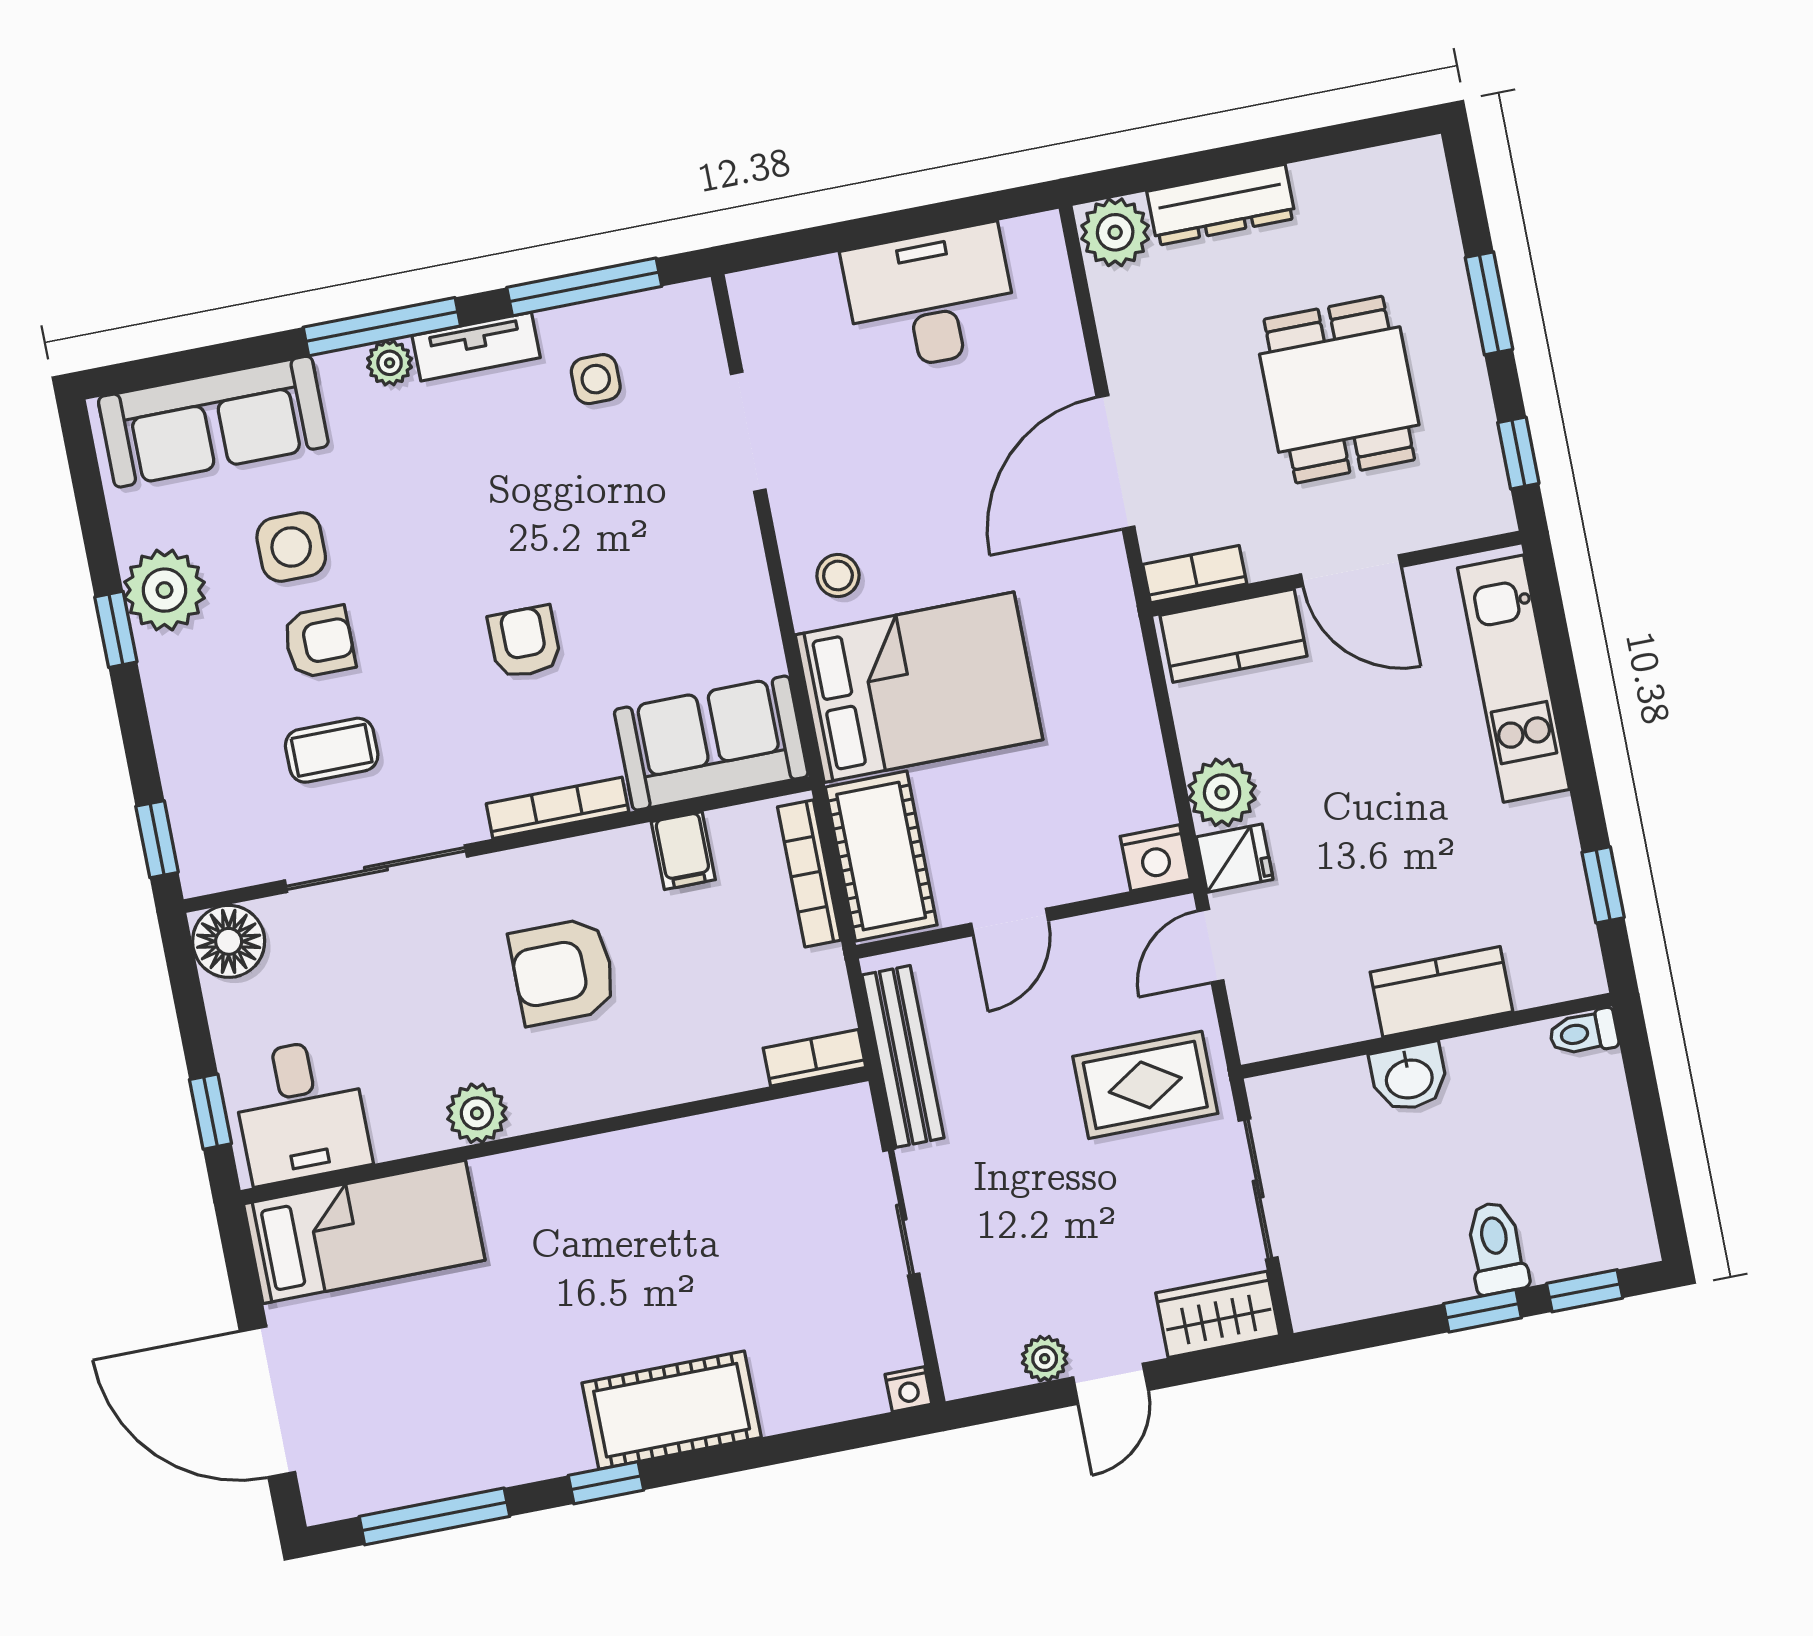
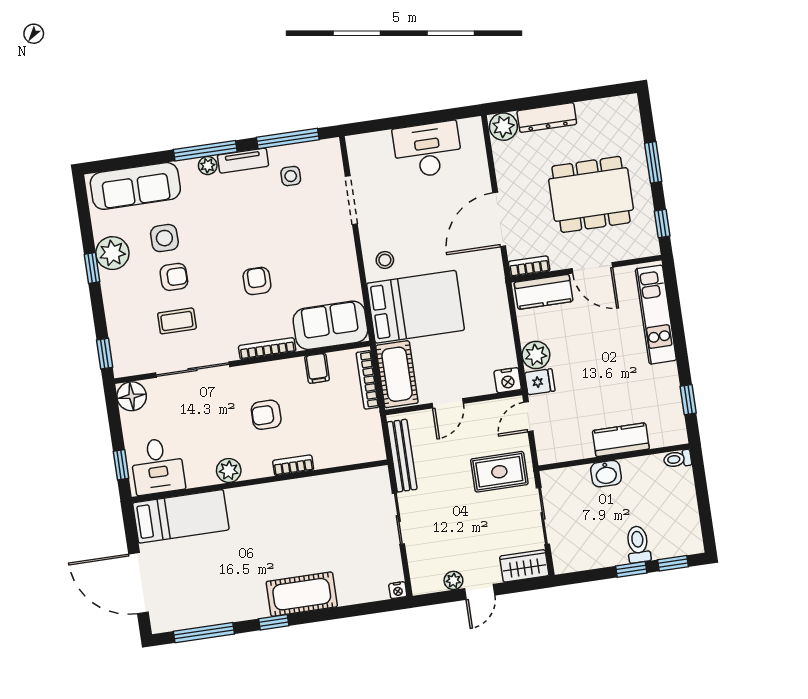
dining table: (1339, 390) -> (591, 194), width x1.38
armchair: (563, 971) -> (266, 415), width x0.72, depth x0.72
bookcase: (814, 1058) -> (293, 465), moved

